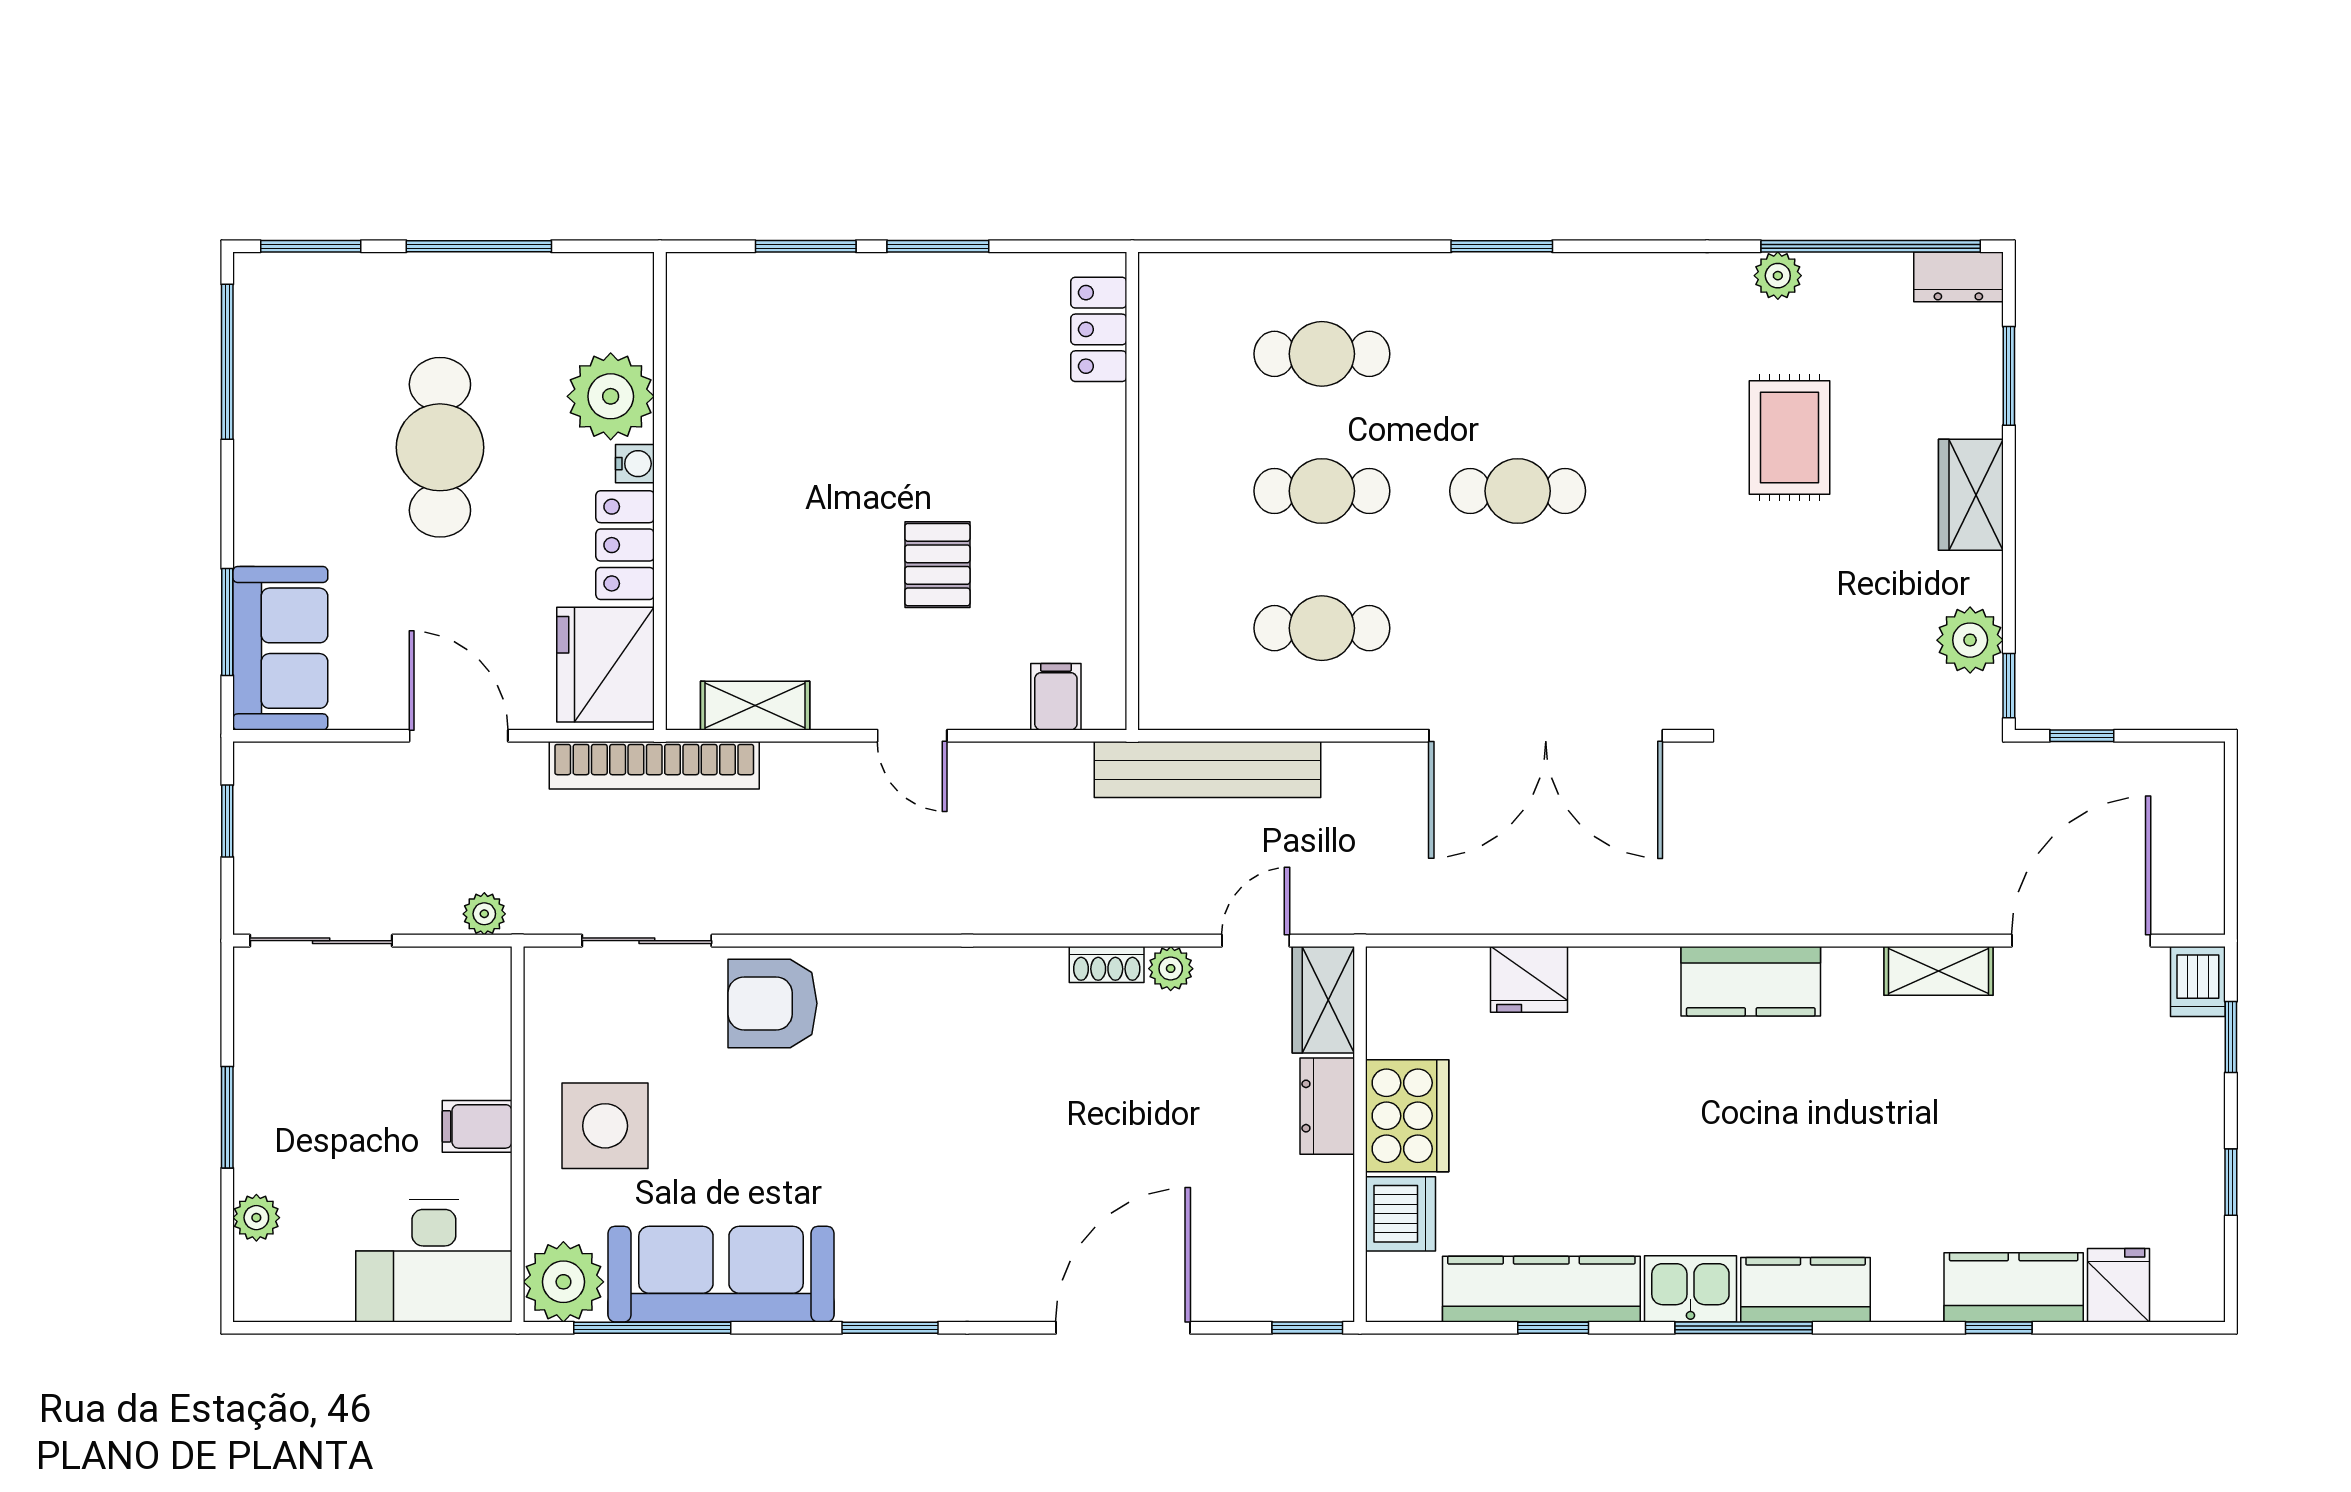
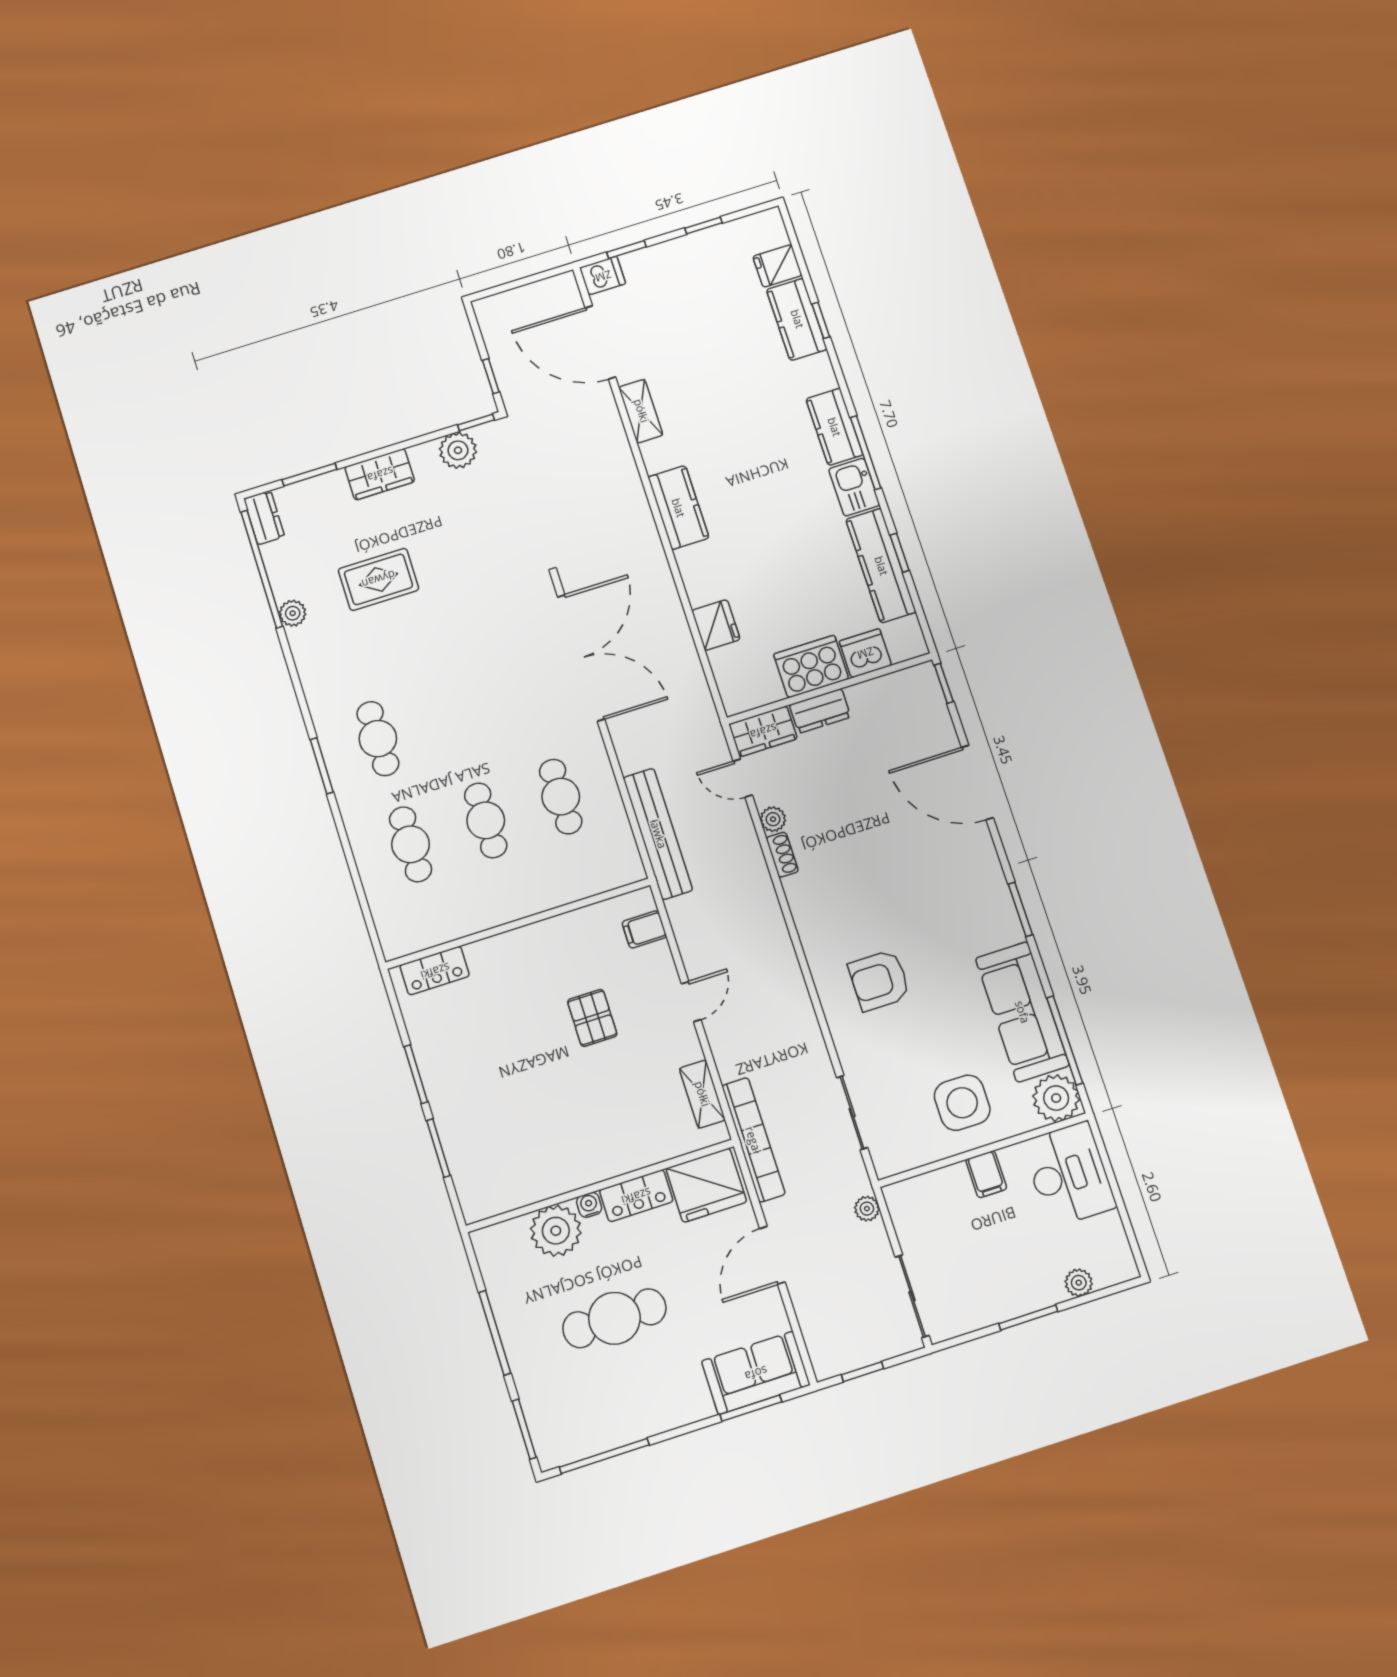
cafe table: (1518, 491) -> (378, 739), moved
pallet: (937, 565) -> (592, 1018), turned 90
armchair: (773, 1003) -> (879, 980), moved, turned 90

